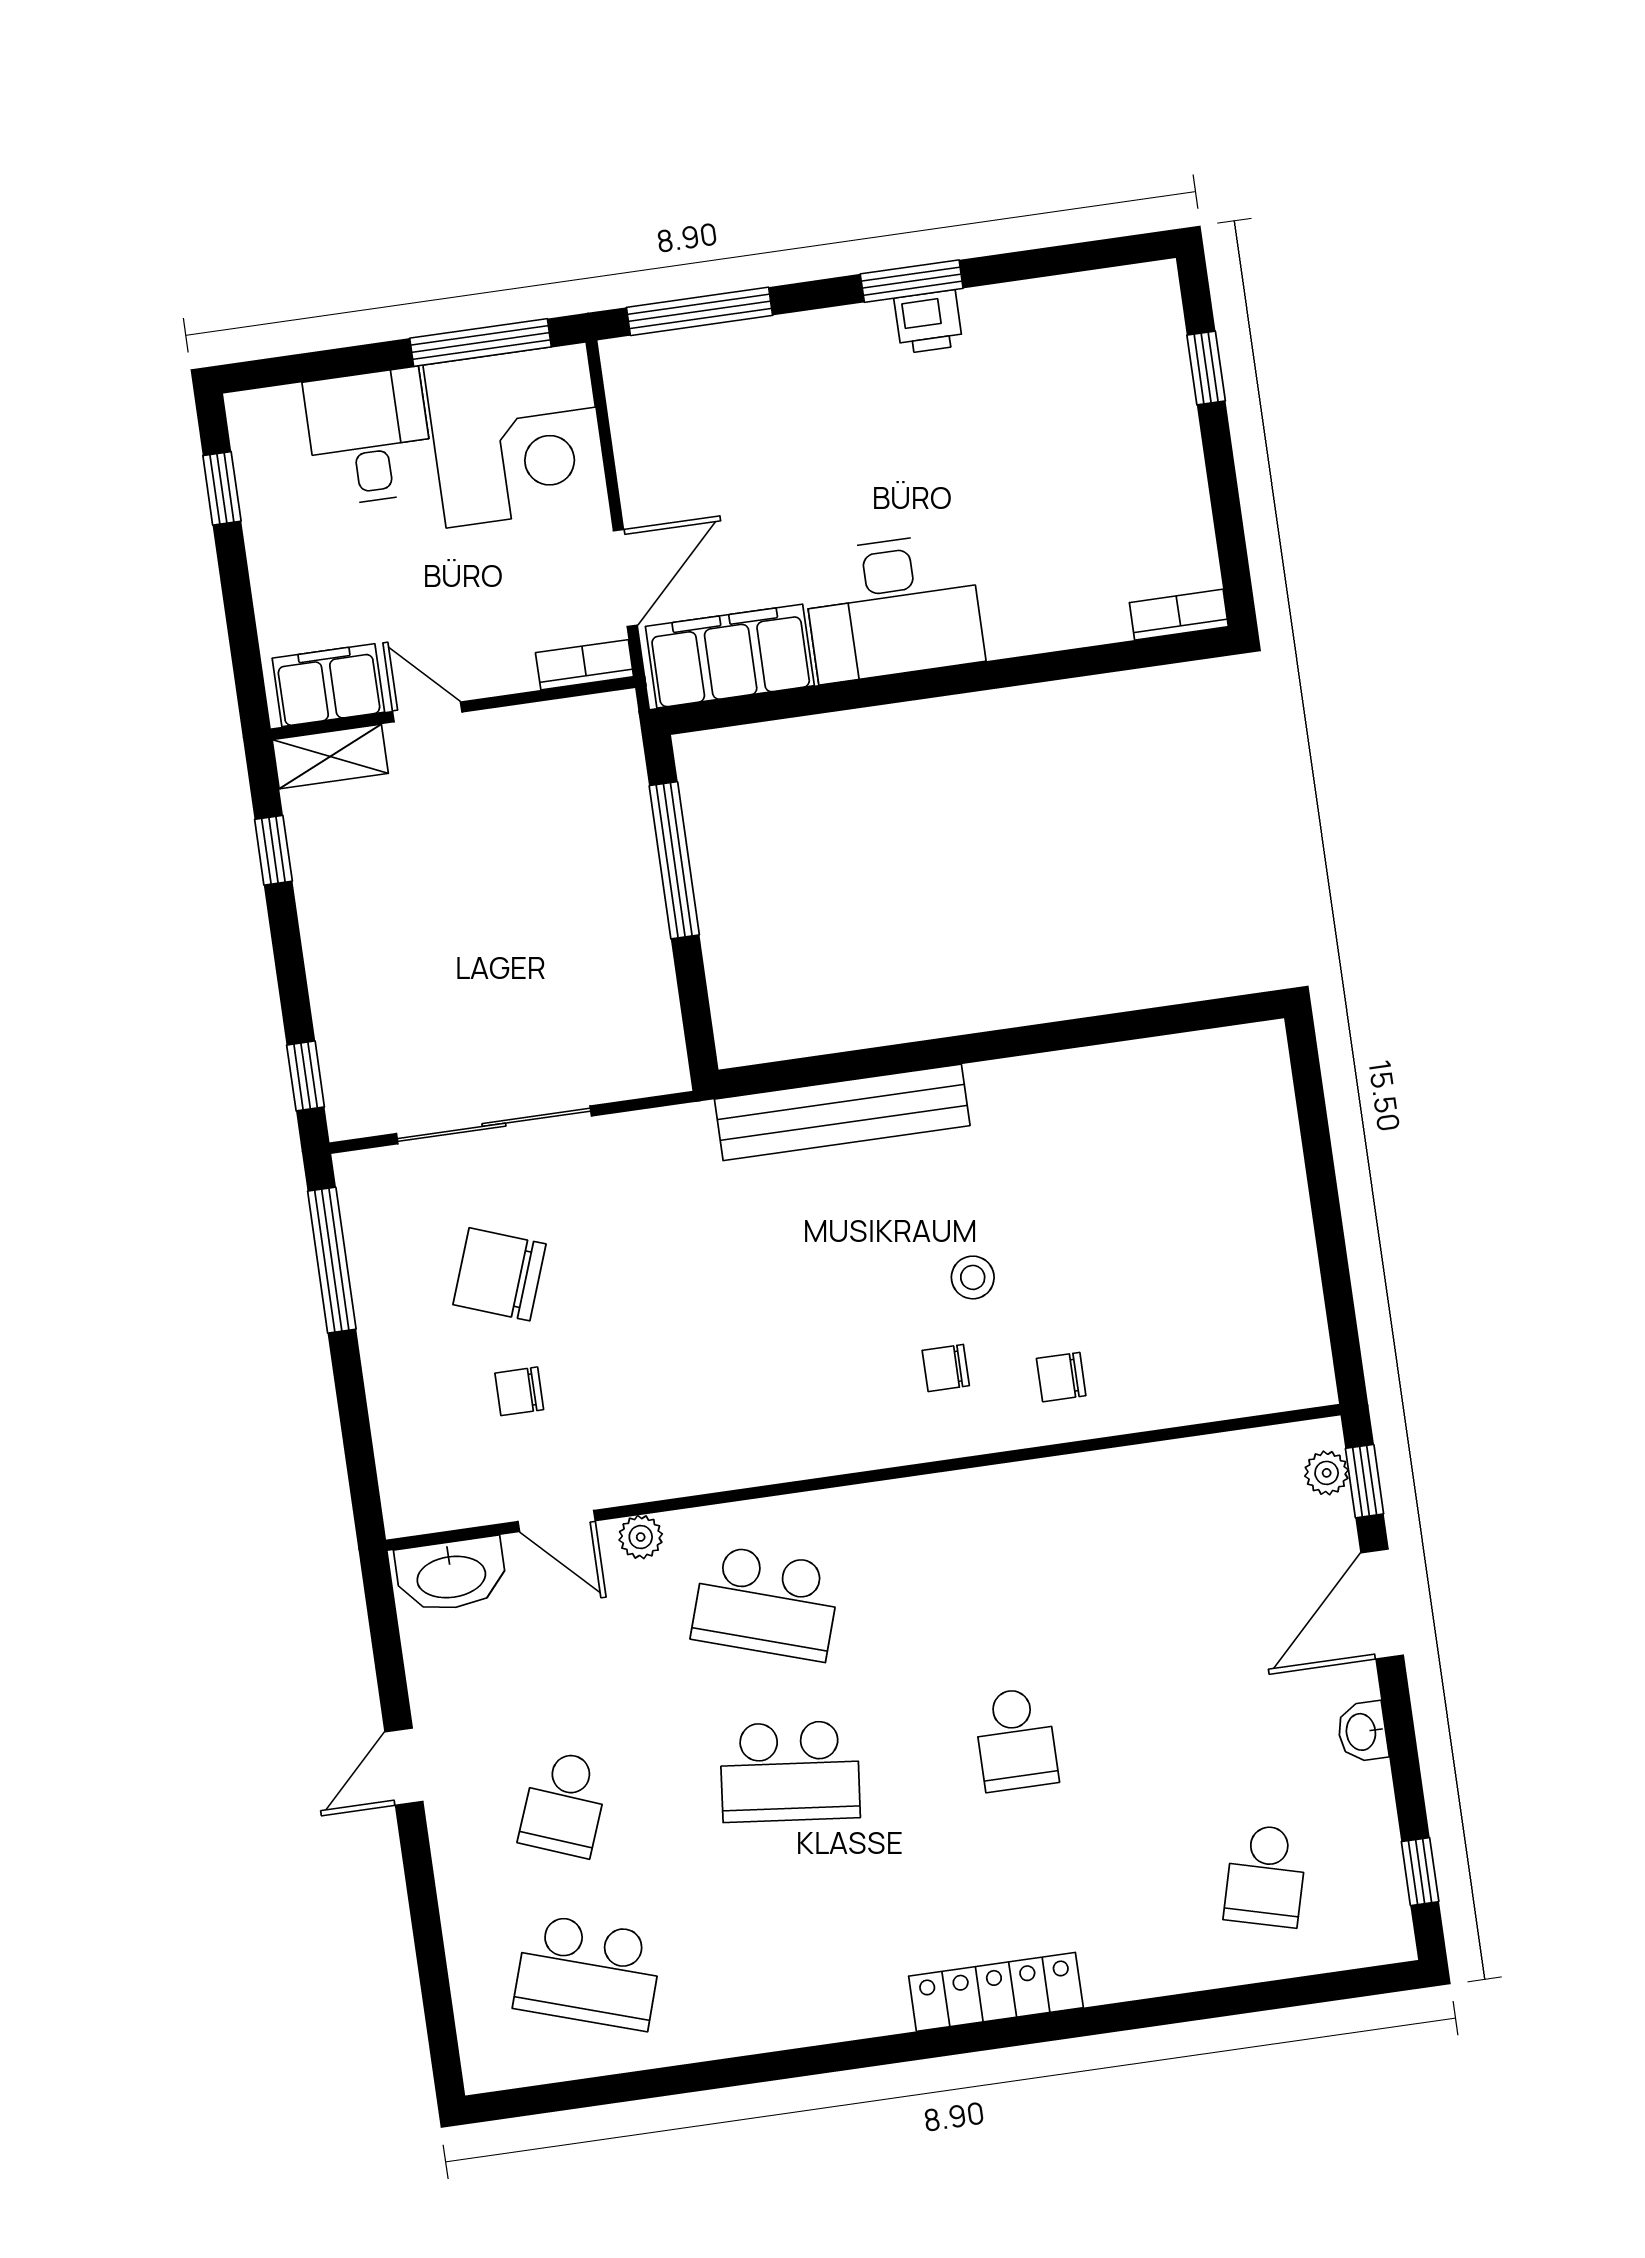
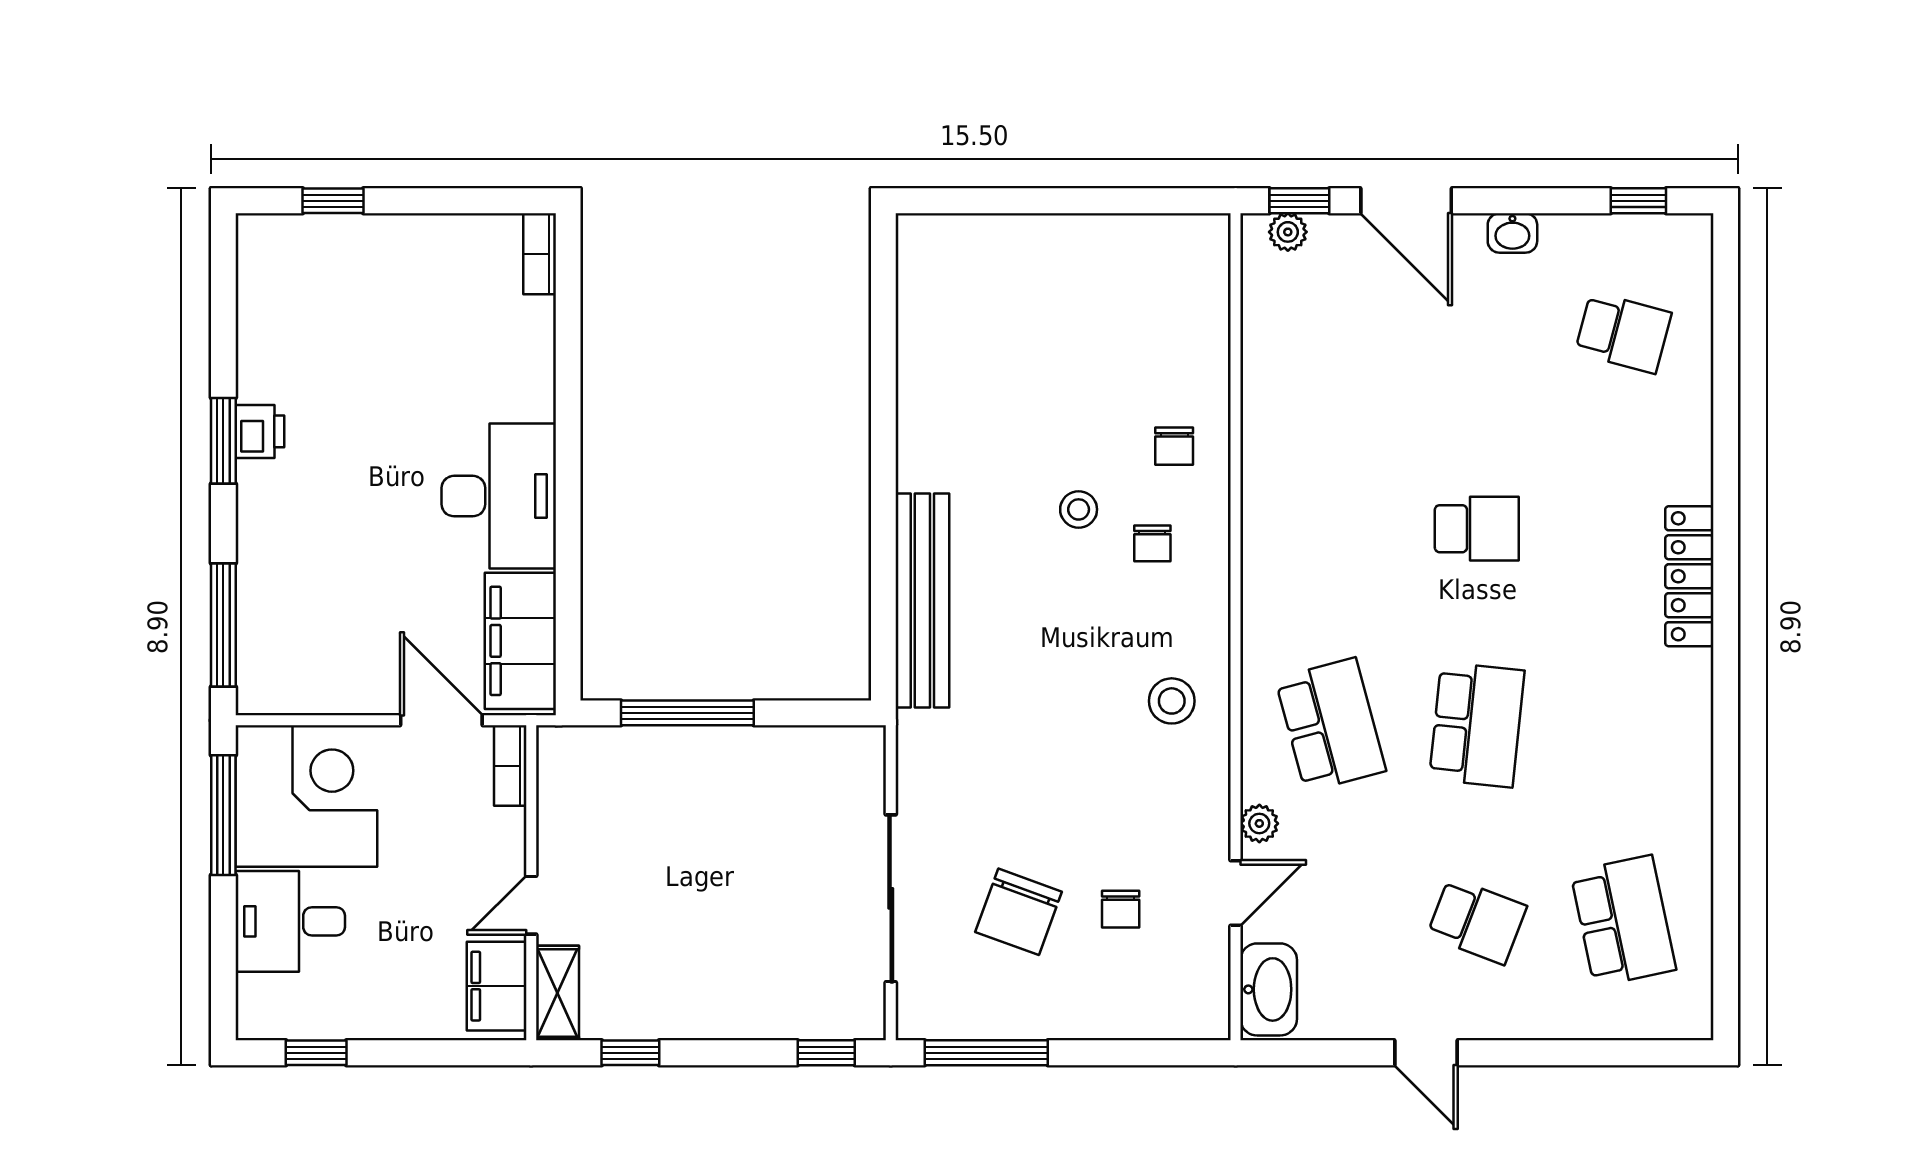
stool: (767, 1416) -> (1172, 701), added
school desk: (766, 1603) -> (1331, 725), turned -33
school desk: (588, 1972) -> (1623, 921), turned -30

